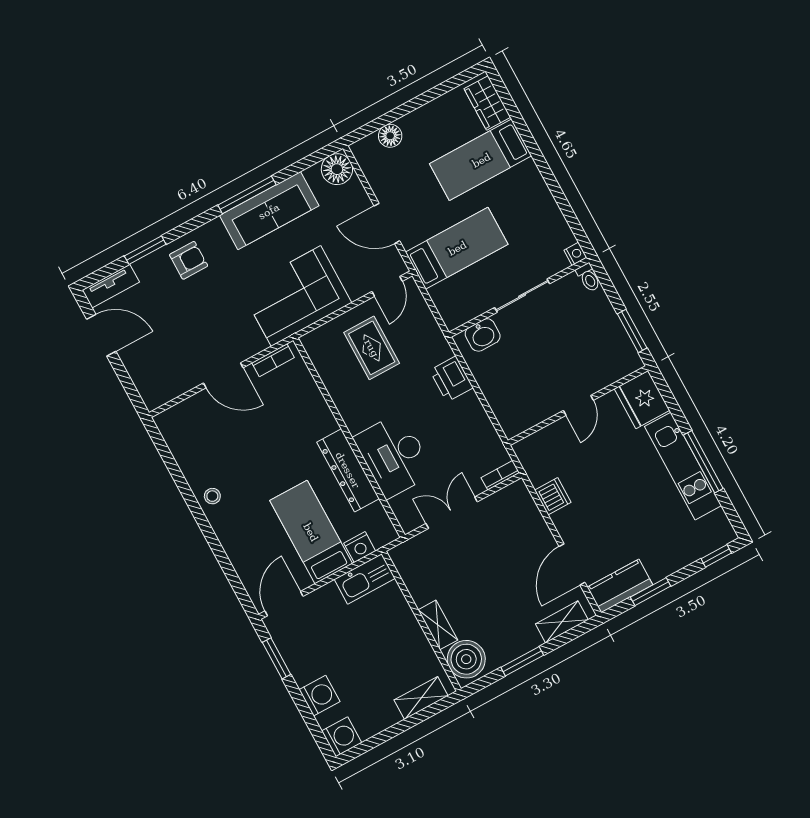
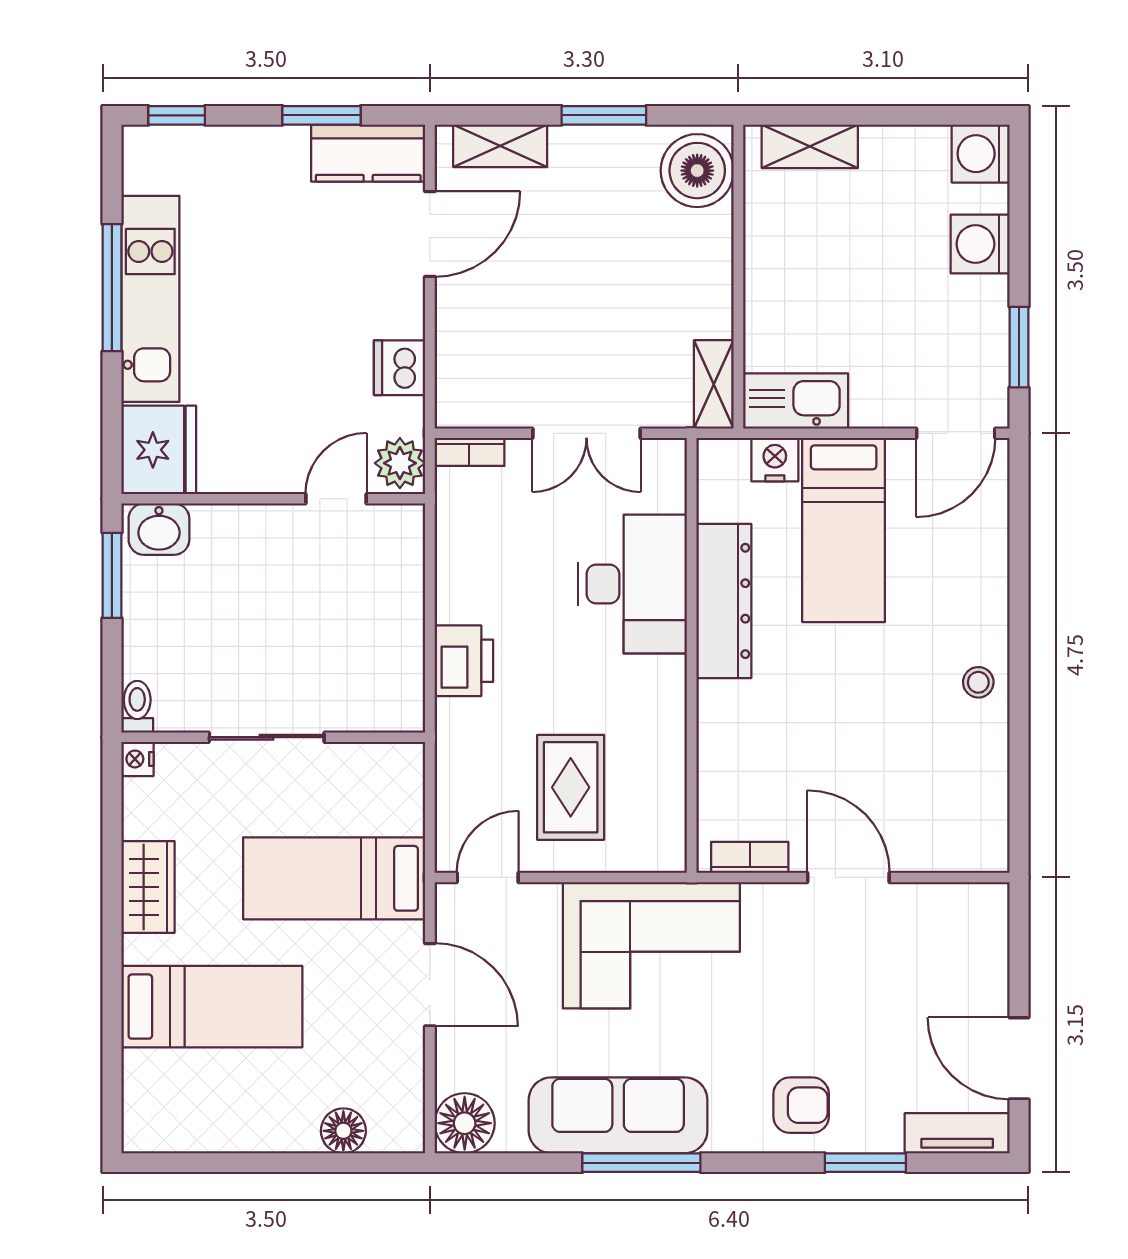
wardrobe: (487, 103) -> (148, 887), moved
armchair: (189, 260) -> (801, 1105), turned 180
washbasin: (483, 335) -> (159, 529), moved, turned 180
door: (578, 405) -> (336, 499), moved
plant: (529, 453) -> (400, 463), added
shelving: (438, 625) -> (714, 384), moved

